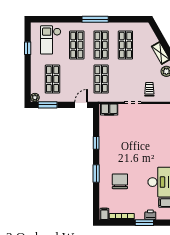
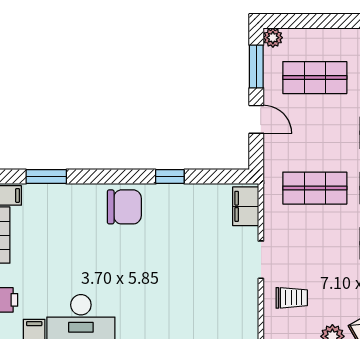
door: (81, 105) -> (256, 119), moved
window: (96, 174) -> (46, 177), moved
chair: (120, 181) -> (124, 207), moved

